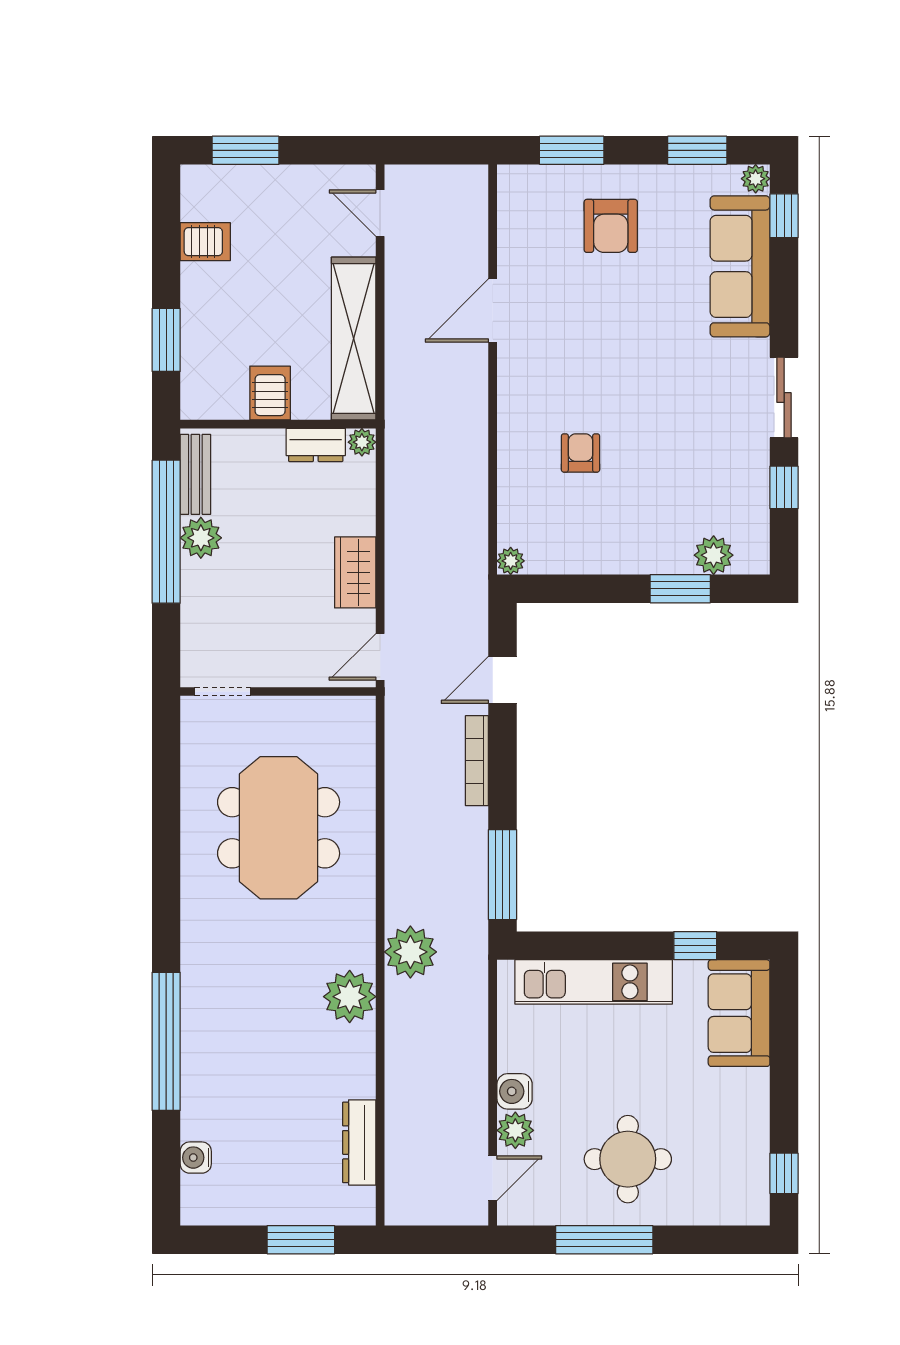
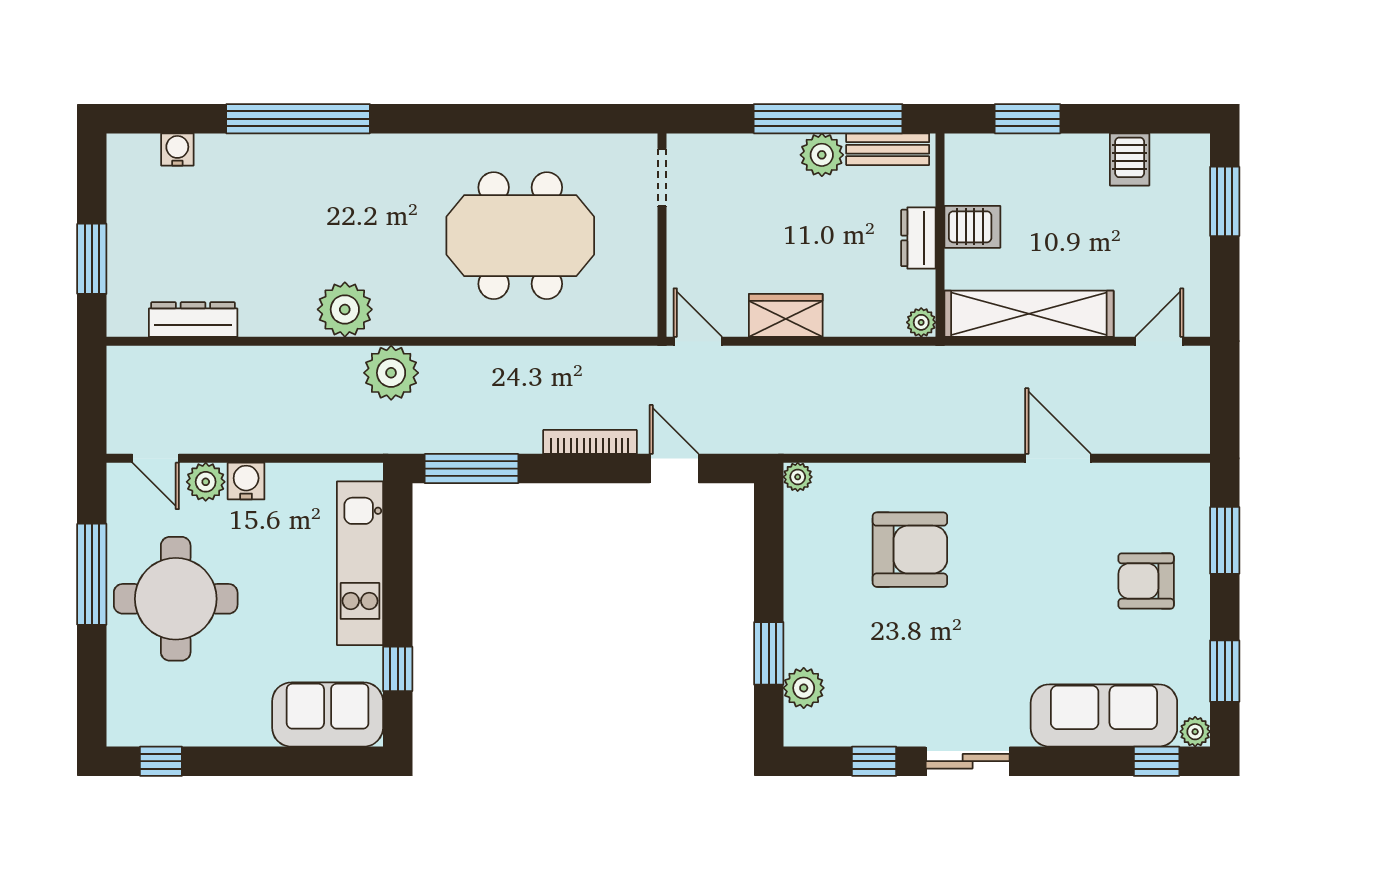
dresser: (316, 445) -> (918, 238), moved
armchair: (580, 453) -> (910, 550), width x1.88, depth x1.88
round table: (628, 1159) -> (176, 599), width x1.36, depth x1.36

